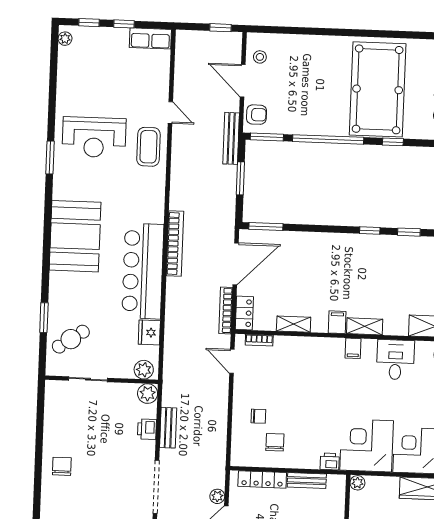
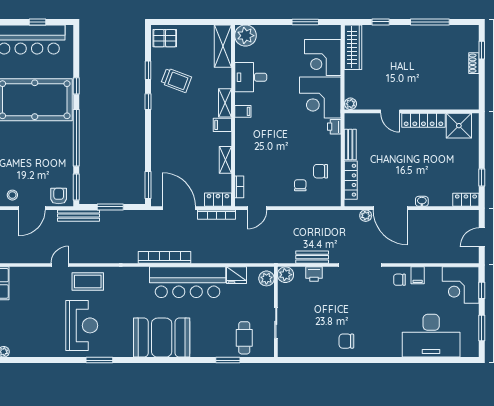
trolley: (395, 267) -> (176, 80), added
cafe table: (71, 339) -> (244, 338), turned 34

